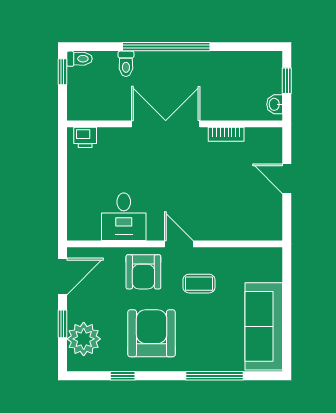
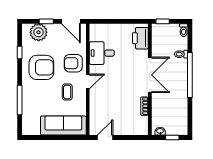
window: (62, 72) -> (163, 21), moved
printer: (85, 137) -> (140, 38), width x1.87, depth x1.48
door: (287, 179) -> (105, 137), moved
sofa: (264, 326) -> (63, 126), moved

